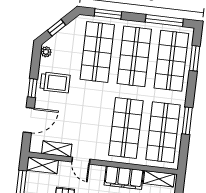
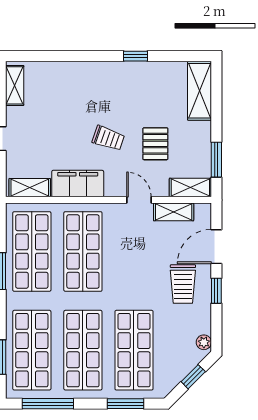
trolley: (55, 82) -> (183, 284), moved, turned -90

